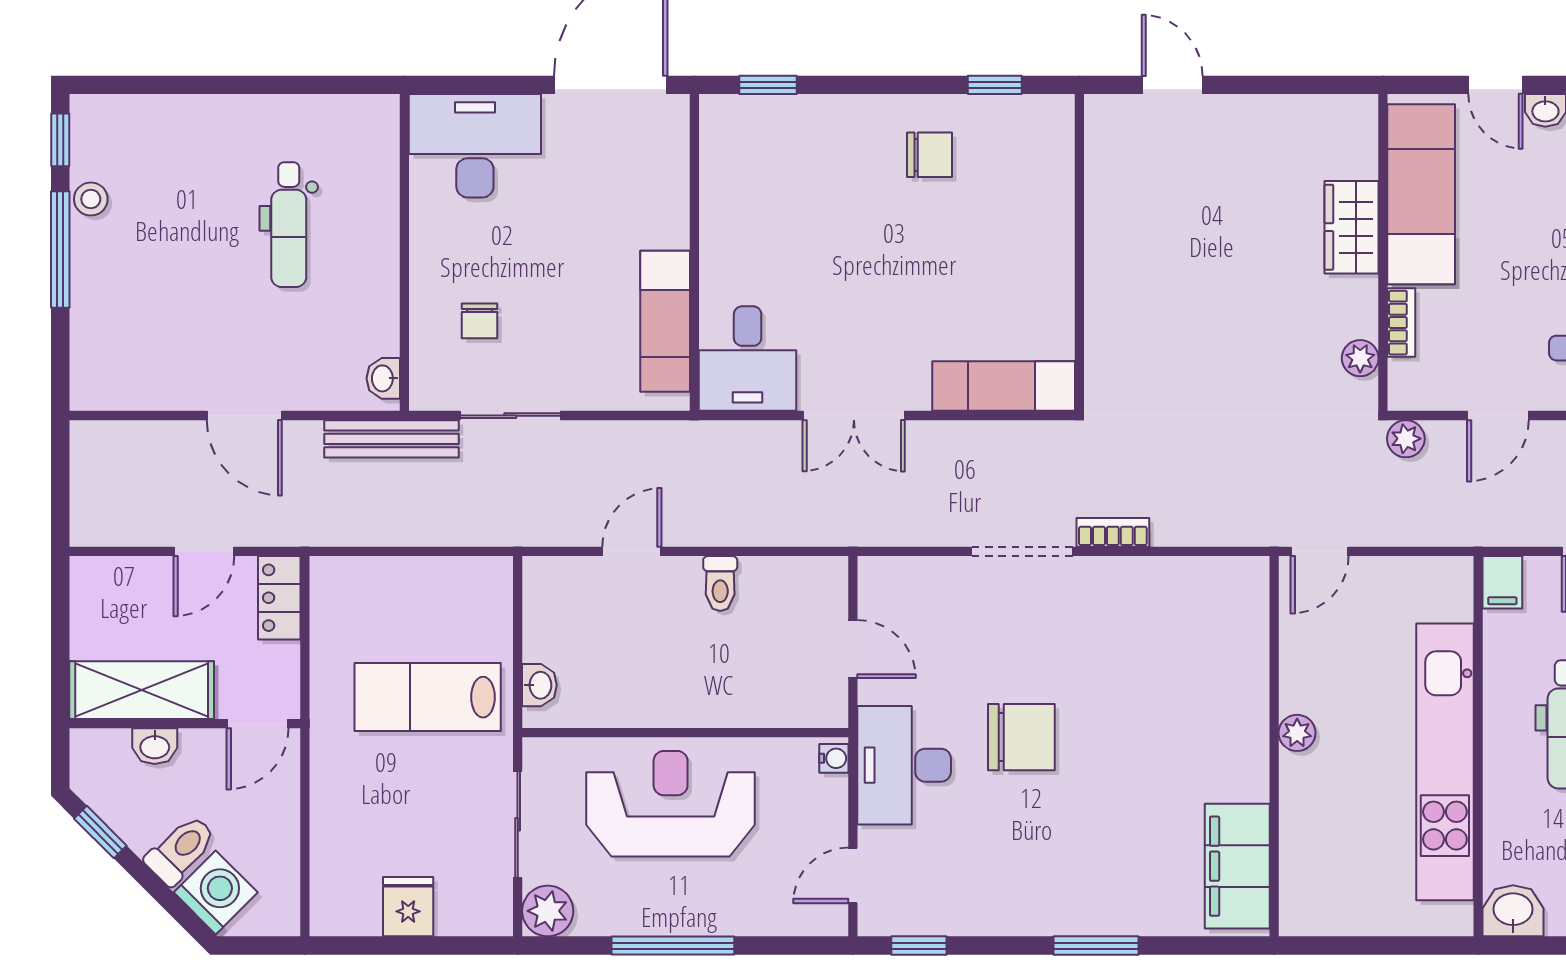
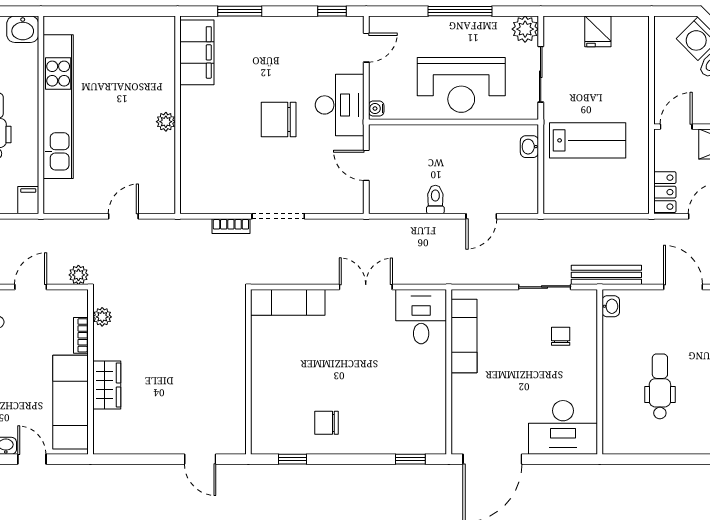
plant: (1297, 733) -> (166, 122), moved
wall: (1274, 746) -> (178, 115), moved
filing cabinet: (1237, 866) -> (197, 52), moved

